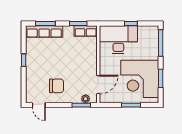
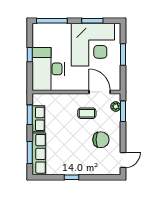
row of seats: (86, 31) -> (38, 119), moved
coffee table: (80, 73) -> (87, 113), added
chair: (56, 86) -> (101, 140), turned 90

